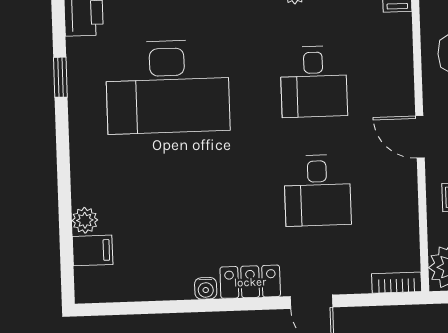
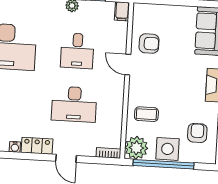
door: (420, 137) -> (128, 65), moved
desk: (318, 190) -> (74, 104), width x1.37

